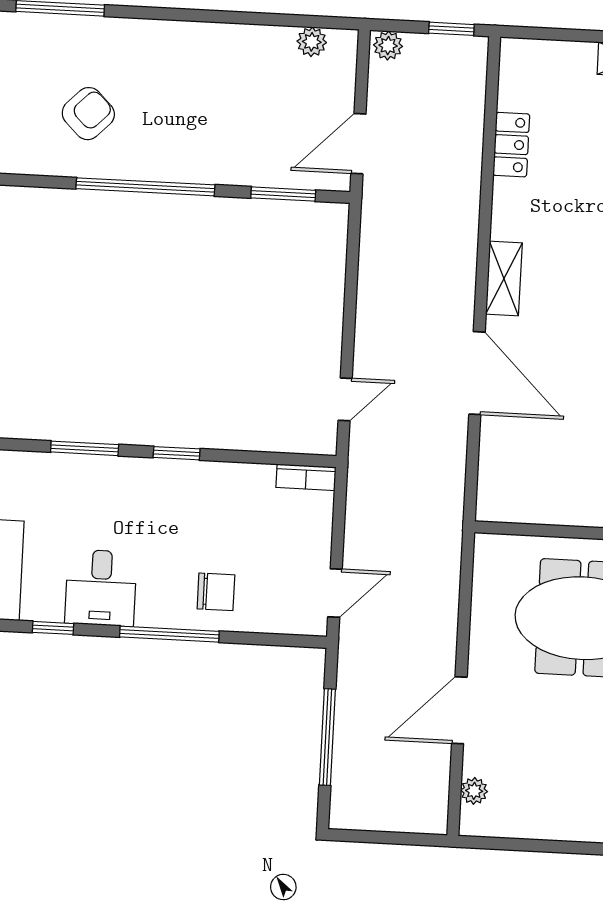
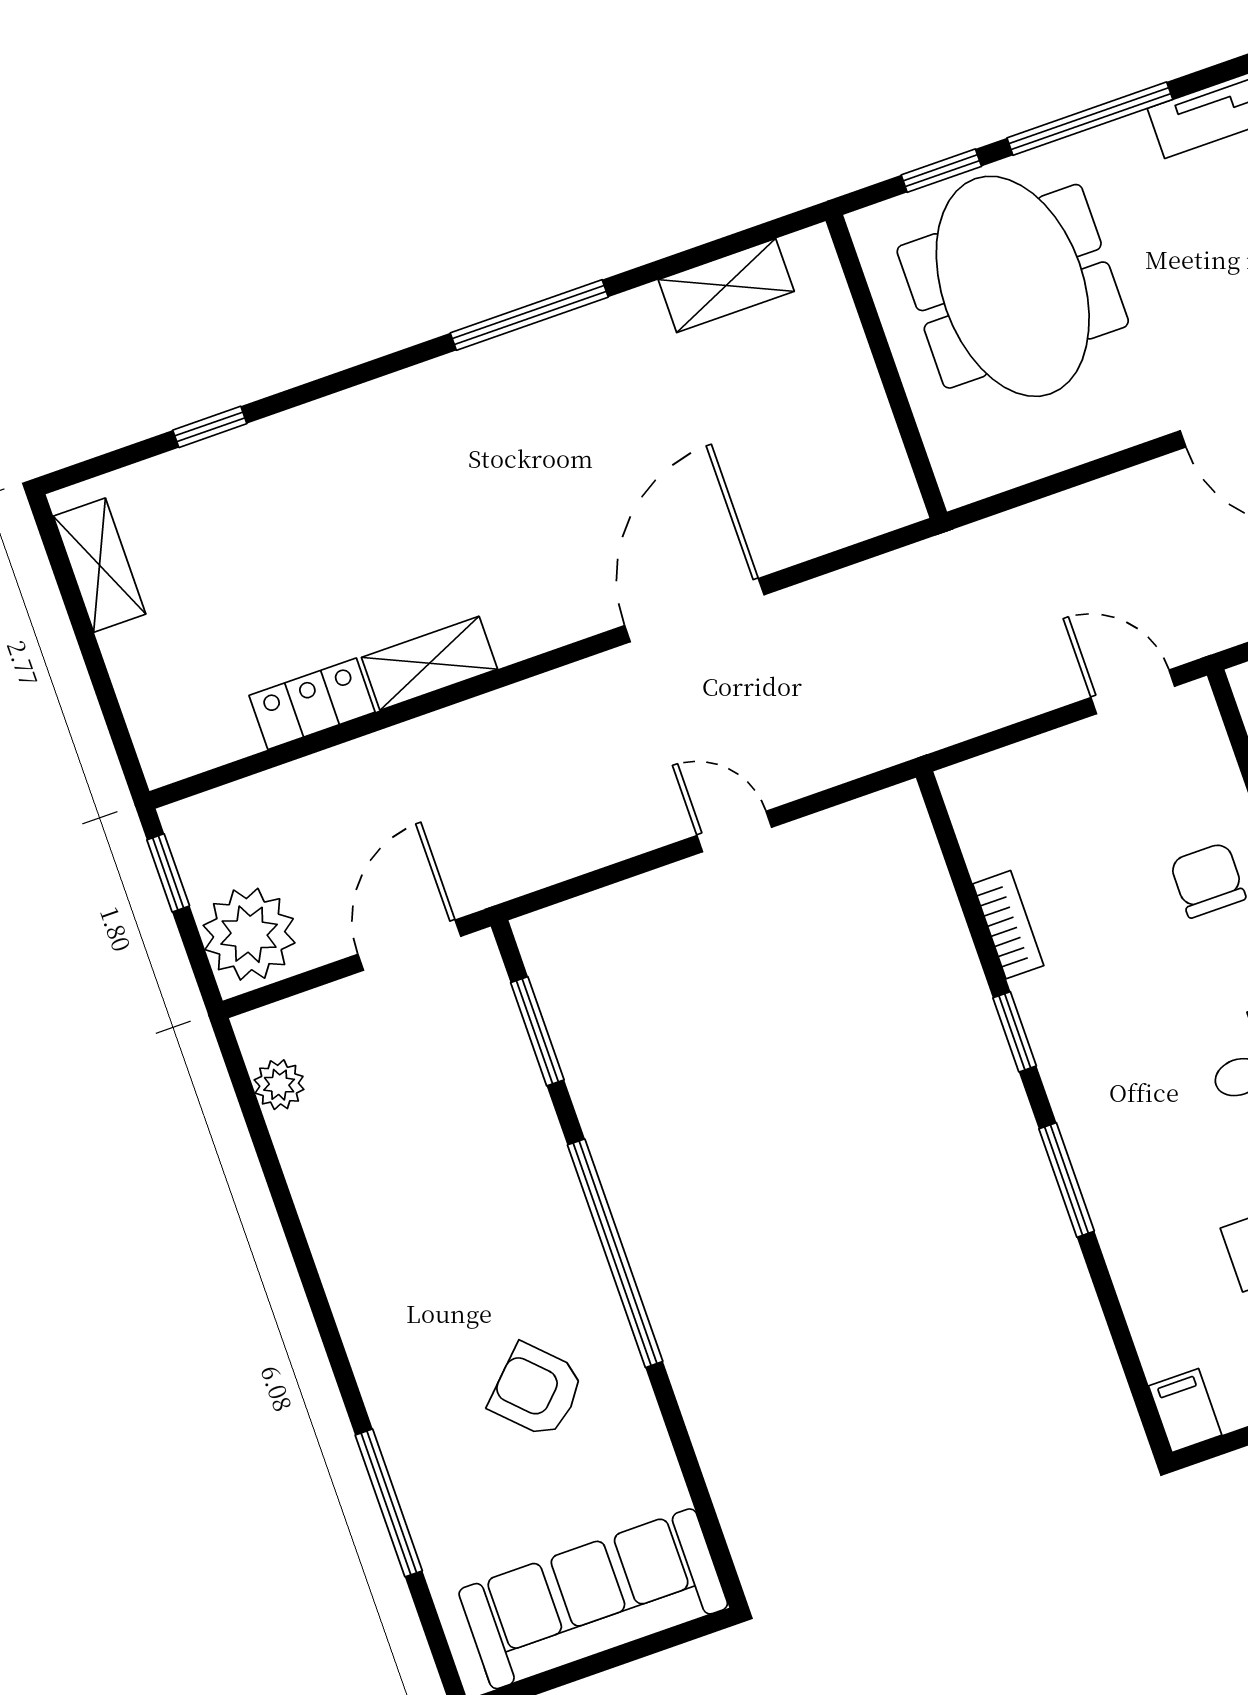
plant: (388, 46) -> (249, 934), width x1.87, depth x1.87
door: (358, 144) -> (409, 945), swing flipped
shelving: (504, 278) -> (429, 663), moved
door: (345, 399) -> (734, 831), moved
bookcase: (306, 477) -> (1008, 925), moved

